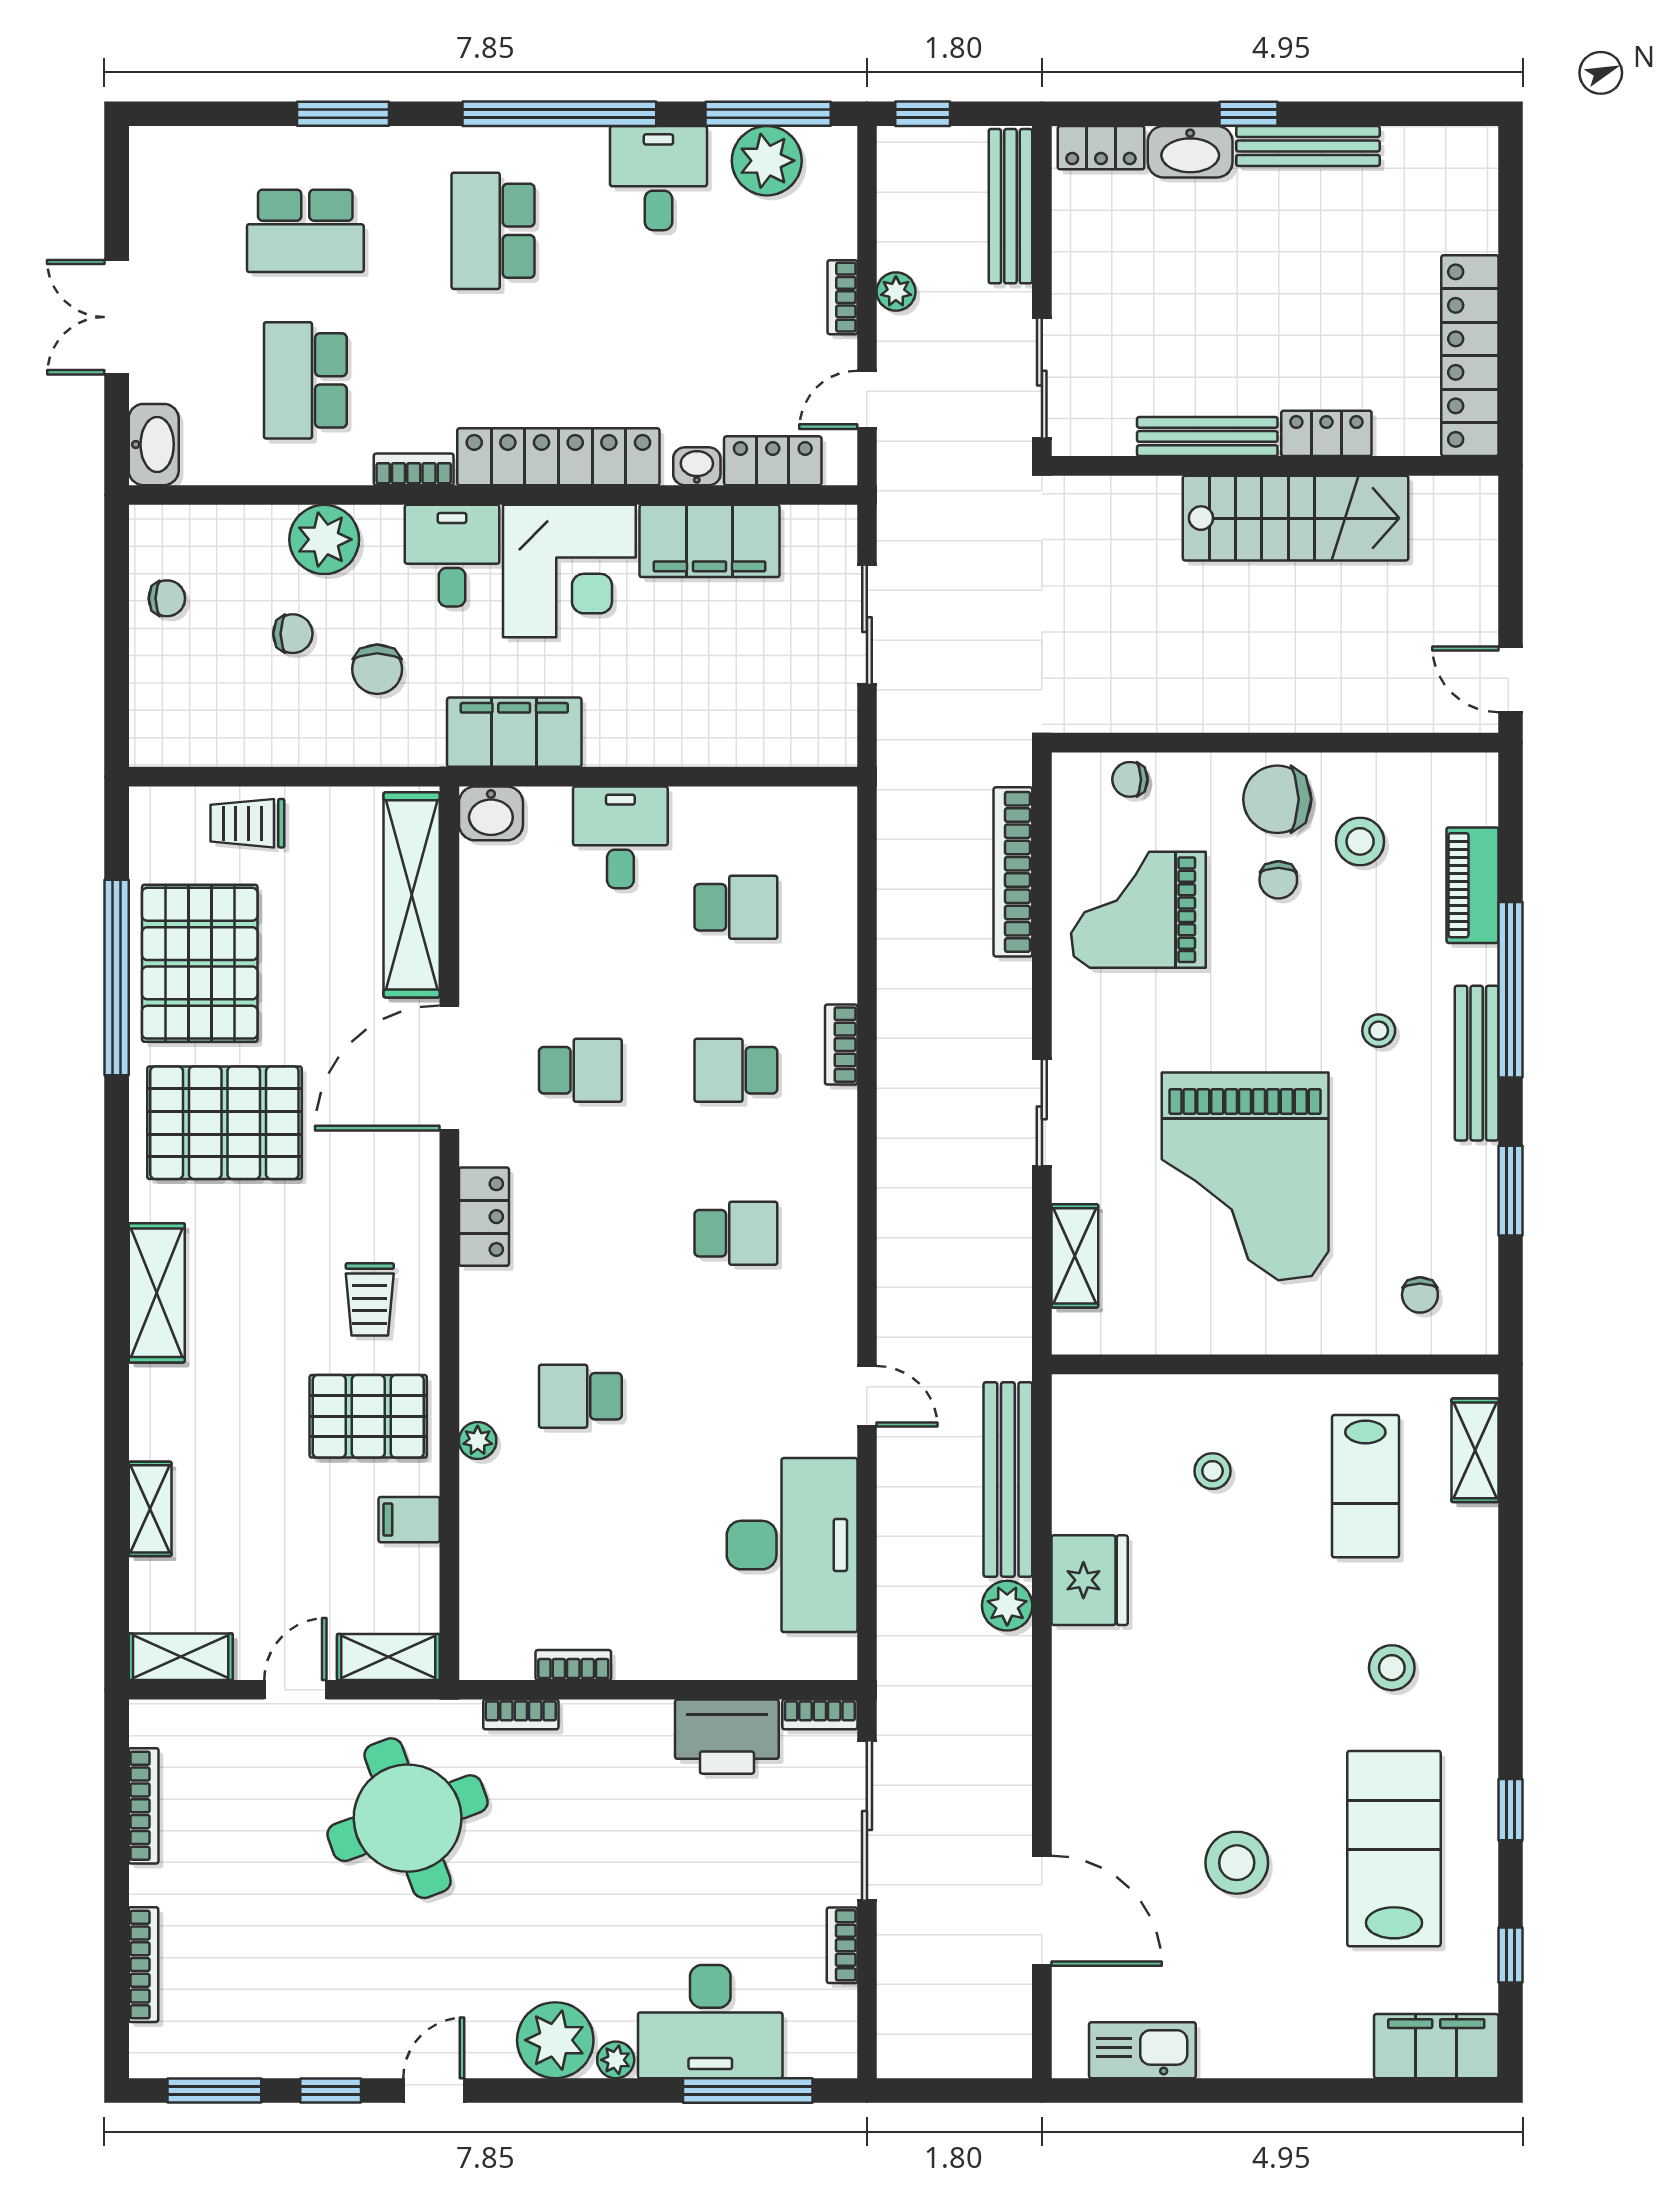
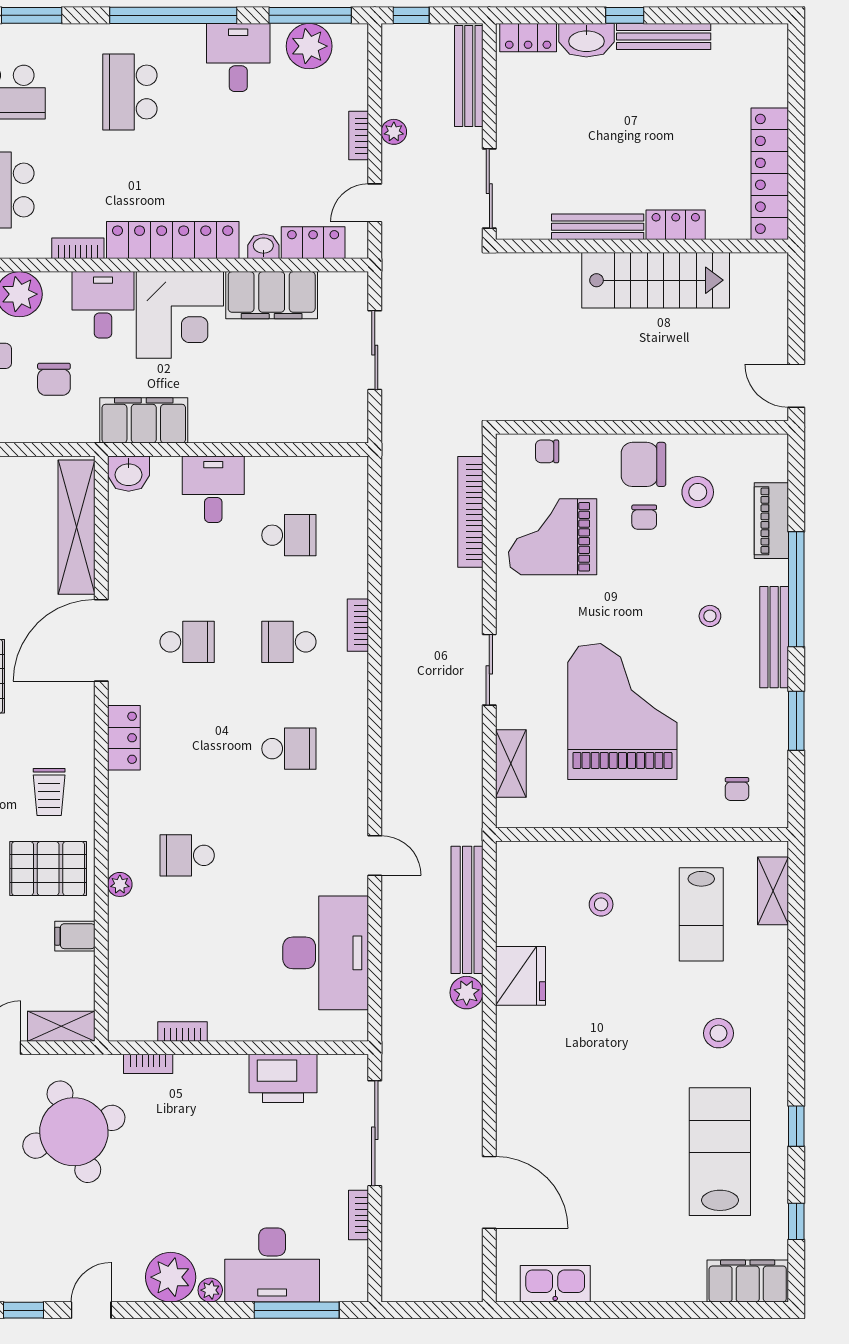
grand piano: (1245, 1176) -> (622, 711), turned 180
bookcase: (820, 1714) -> (344, 1064), removed
stool: (1237, 1863) -> (617, 1161), removed

